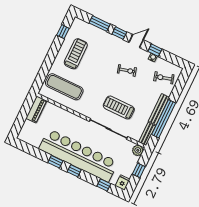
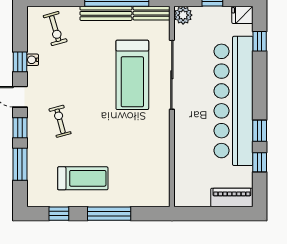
treadmill: (76, 54) -> (83, 178), turned 180
window: (50, 59) -> (109, 214), added
exercise bike: (127, 70) -> (60, 121), moved
exercise mat: (64, 87) -> (141, 172), removed
treadmill: (119, 107) -> (132, 75), width x1.37, depth x1.37
piano: (36, 109) -> (232, 197), moved
window: (74, 171) -> (260, 162), moved

